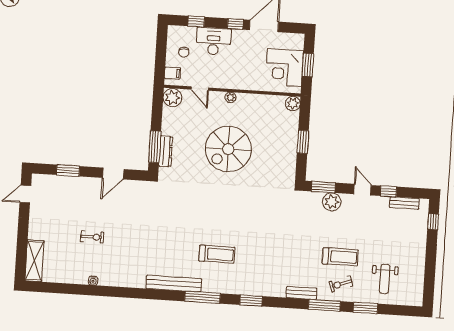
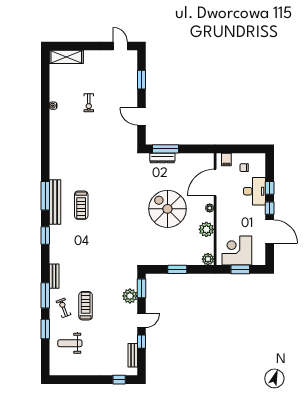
window: (196, 22) -> (270, 188), moved
door: (200, 89) -> (215, 183), width x1.87
plant: (172, 98) -> (206, 229), moved
treadmill: (340, 257) -> (86, 306), turned 180
bench: (174, 284) -> (55, 202), moved

